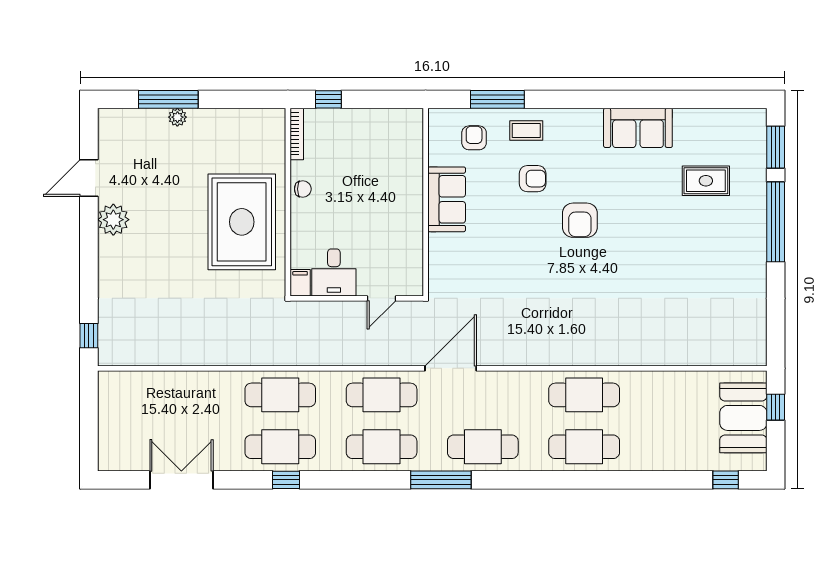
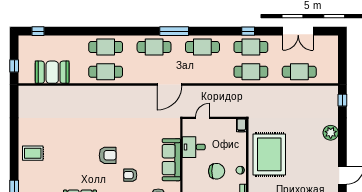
rug: (706, 181) -> (33, 153), moved
chair: (352, 187) -> (217, 171), added
sofa: (447, 199) -> (171, 160), width x1.36
plant: (113, 220) -> (331, 133), moved
armchair: (580, 220) -> (108, 155), turned 90
window: (776, 222) -> (14, 154), removed
desk: (334, 272) -> (194, 147), moved, turned -90
cafe table: (382, 395) -> (299, 72), moved
booth: (743, 418) -> (52, 72), moved, turned 90

